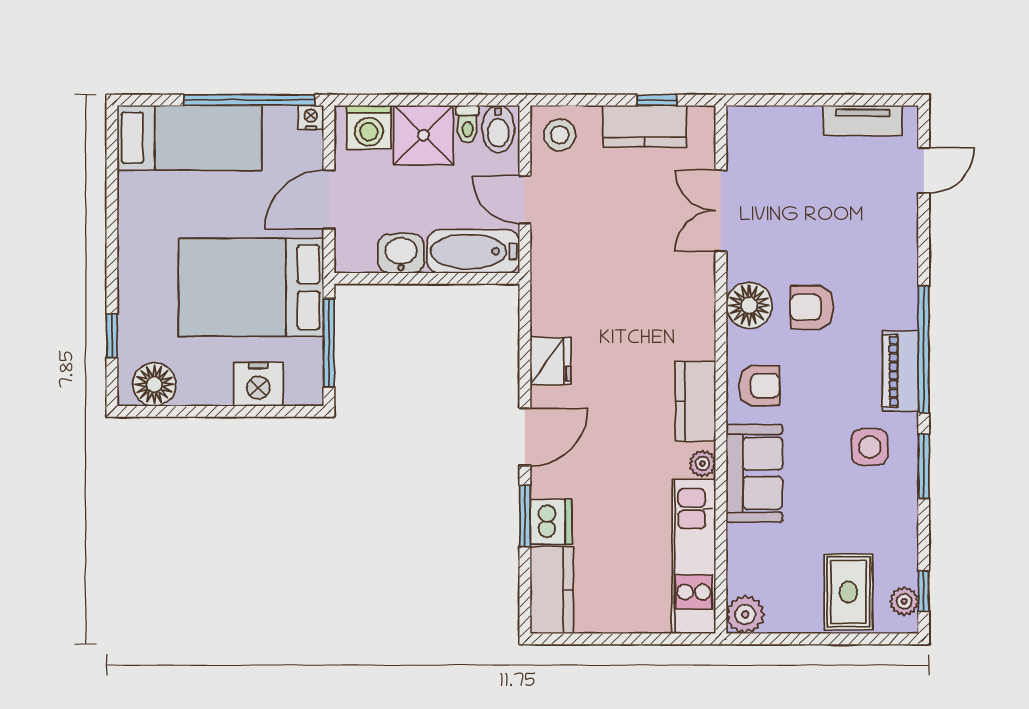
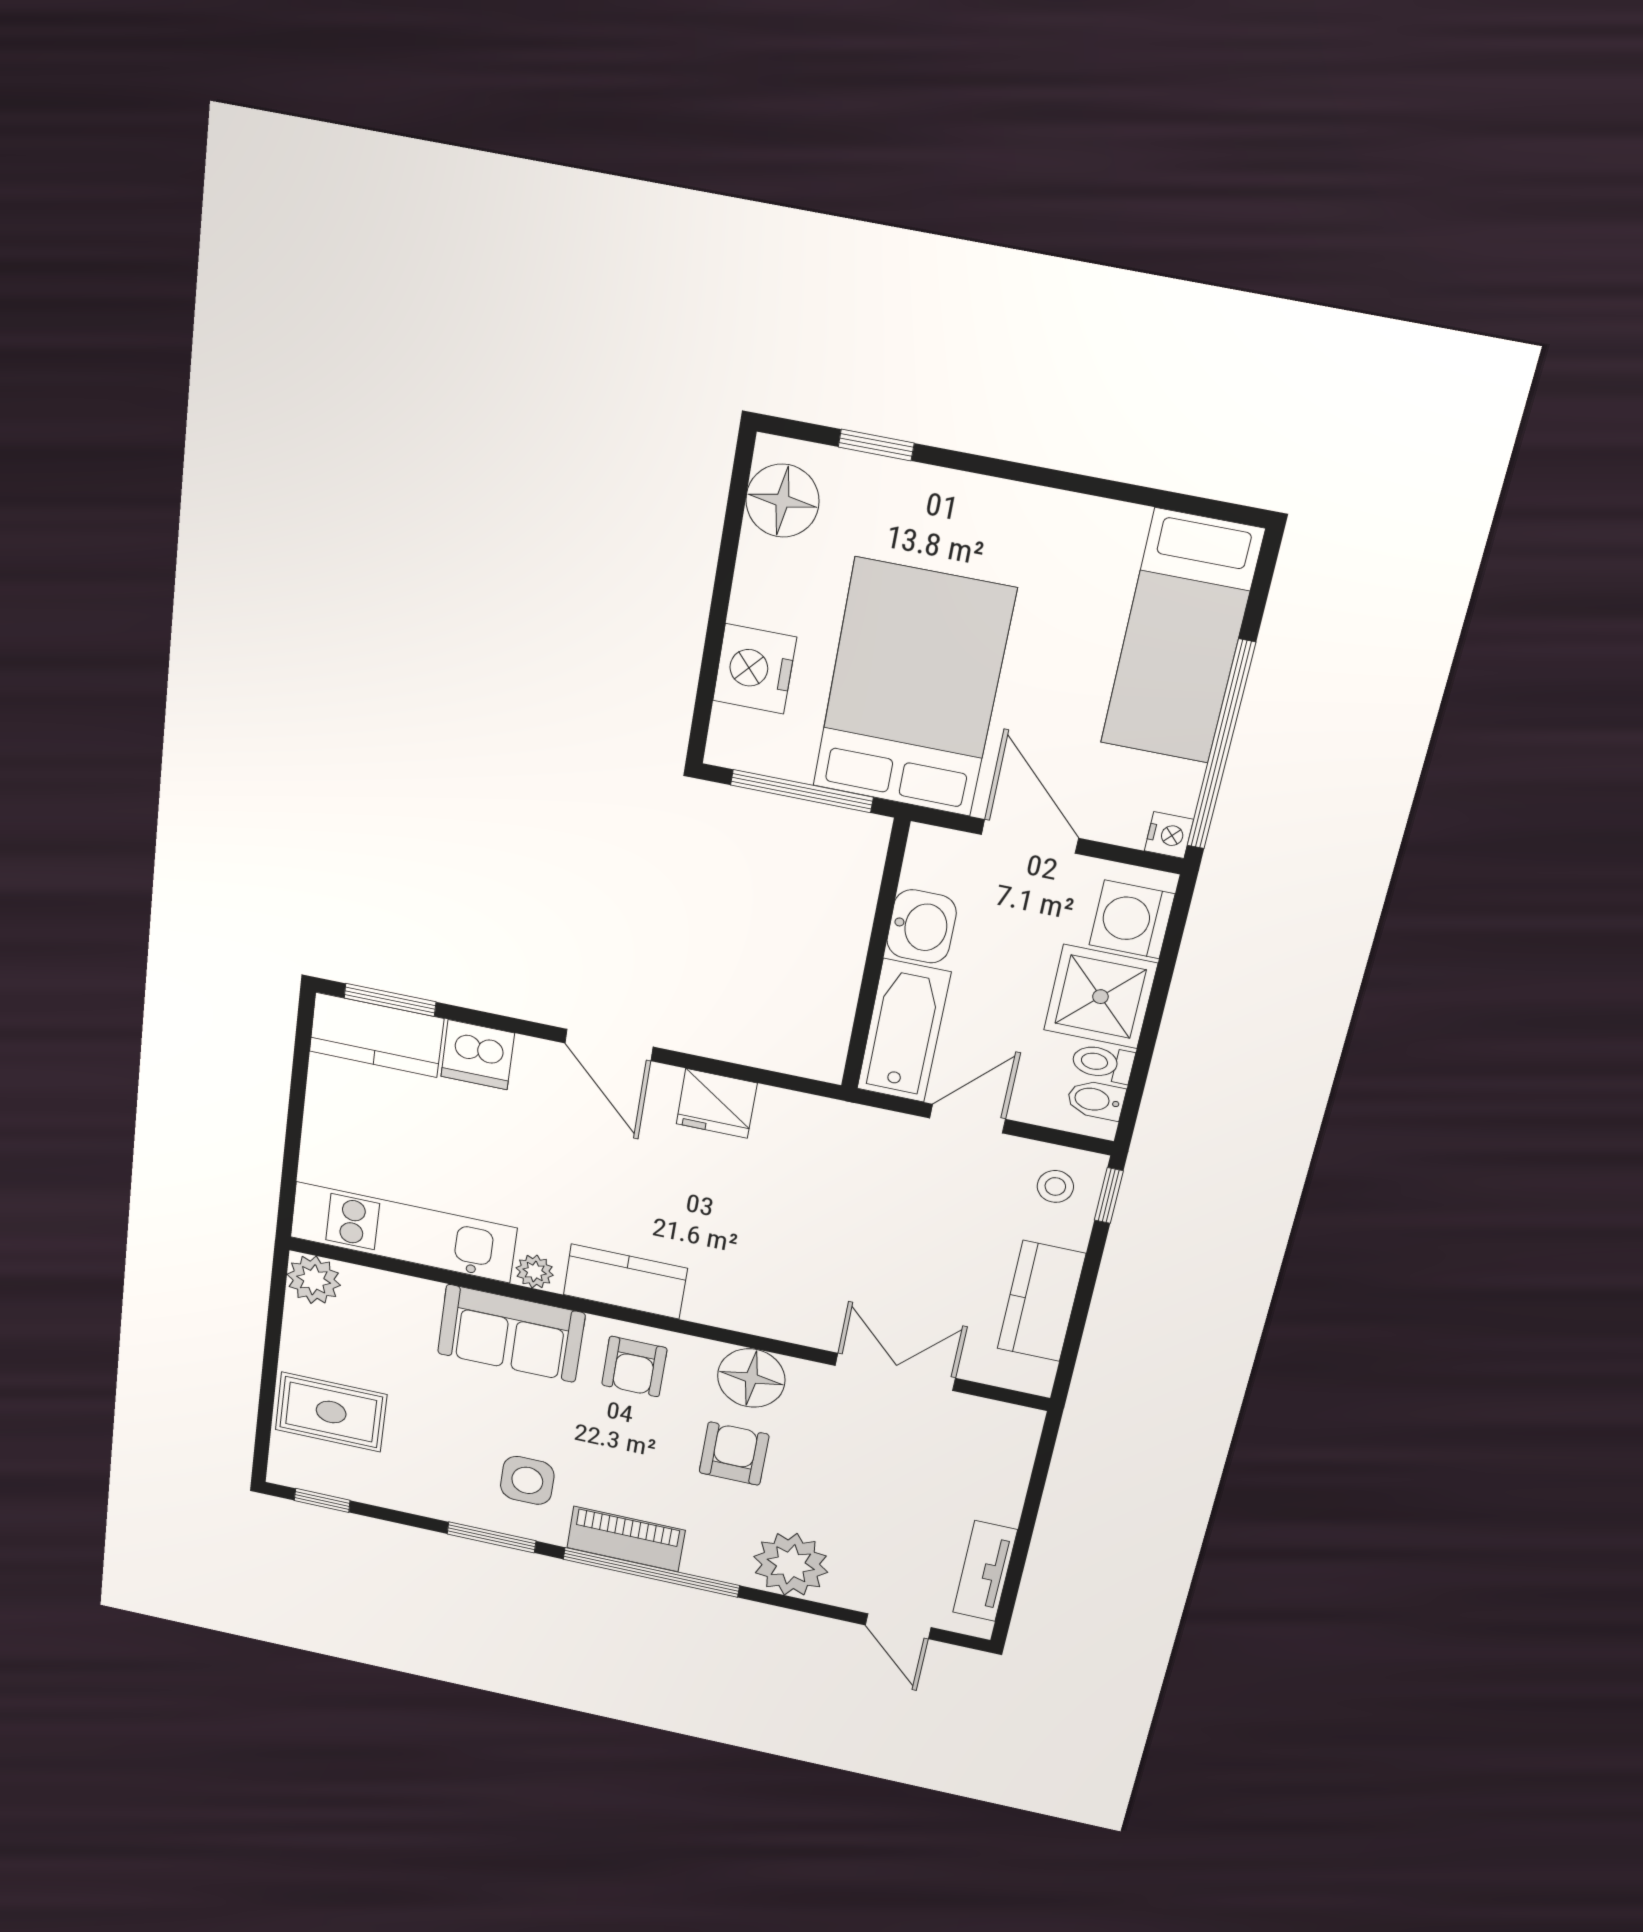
window: (657, 100) -> (1109, 1195), moved
bidet: (498, 129) -> (1096, 1100), width x0.72, depth x0.74
stool: (560, 135) -> (1055, 1186), width x0.73, depth x0.73
window: (525, 516) -> (390, 1000), moved
plant: (904, 601) -> (791, 1564), moved, width x1.87, depth x1.87

